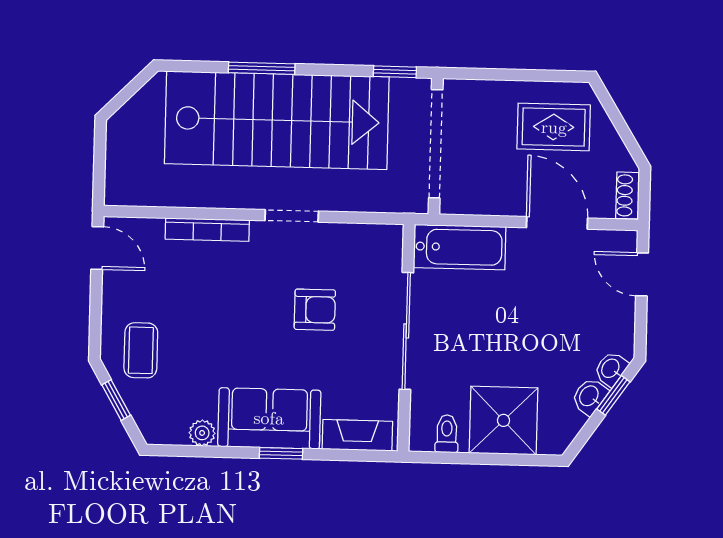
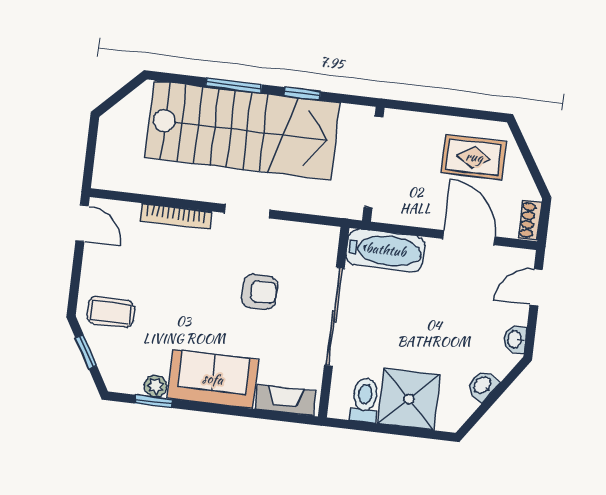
window: (395, 72) -> (302, 94), moved
door: (642, 274) -> (536, 287), hinge flipped
coffee table: (141, 350) -> (111, 312), turned 90
washbasin: (611, 369) -> (515, 339), moved, turned -35
window: (613, 395) -> (503, 386), removed
toilet: (447, 434) -> (365, 400), width x1.37, depth x1.39
window: (281, 453) -> (154, 401), moved

